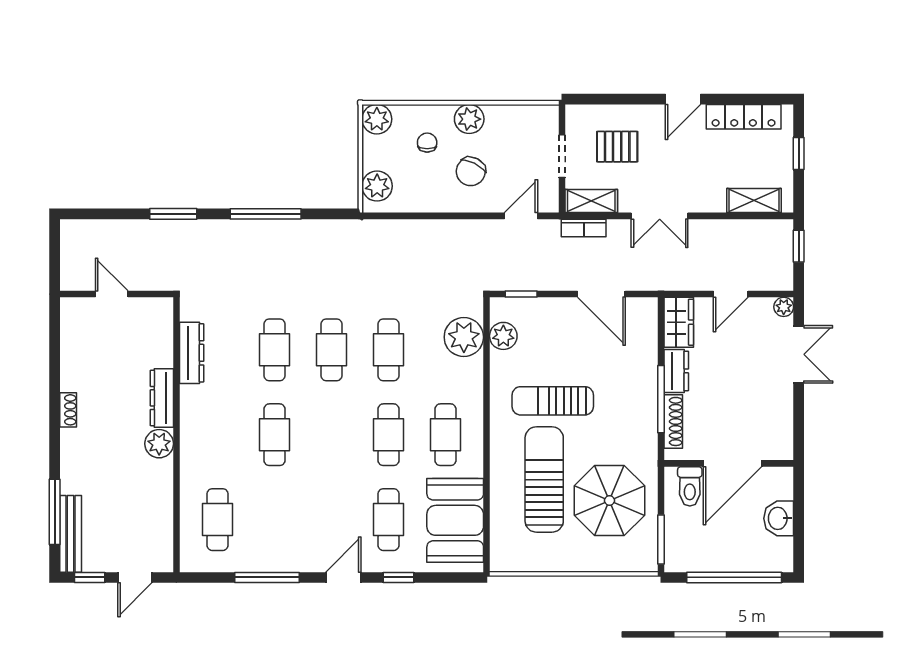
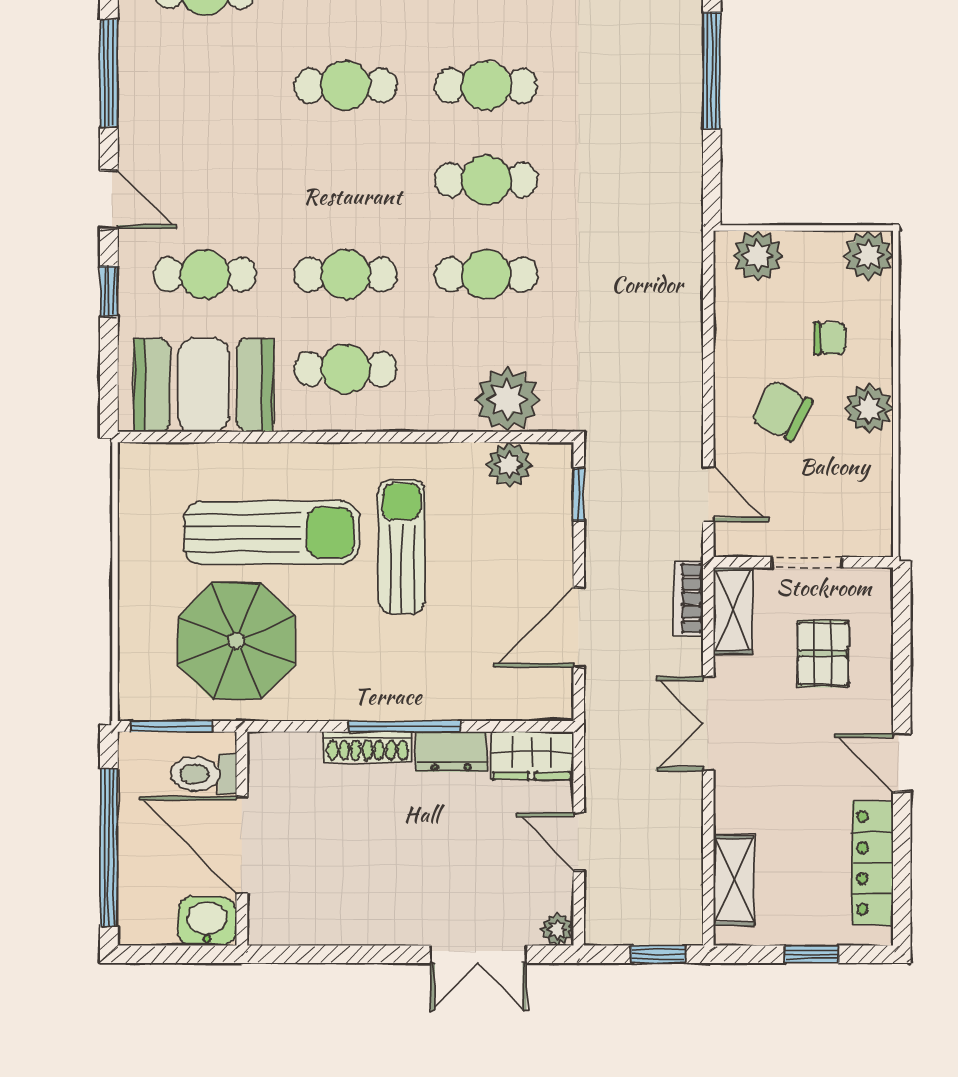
wall: (729, 463) -> (242, 839), moved
door: (733, 463) -> (242, 845), moved
toilet: (690, 486) -> (204, 774), moved

